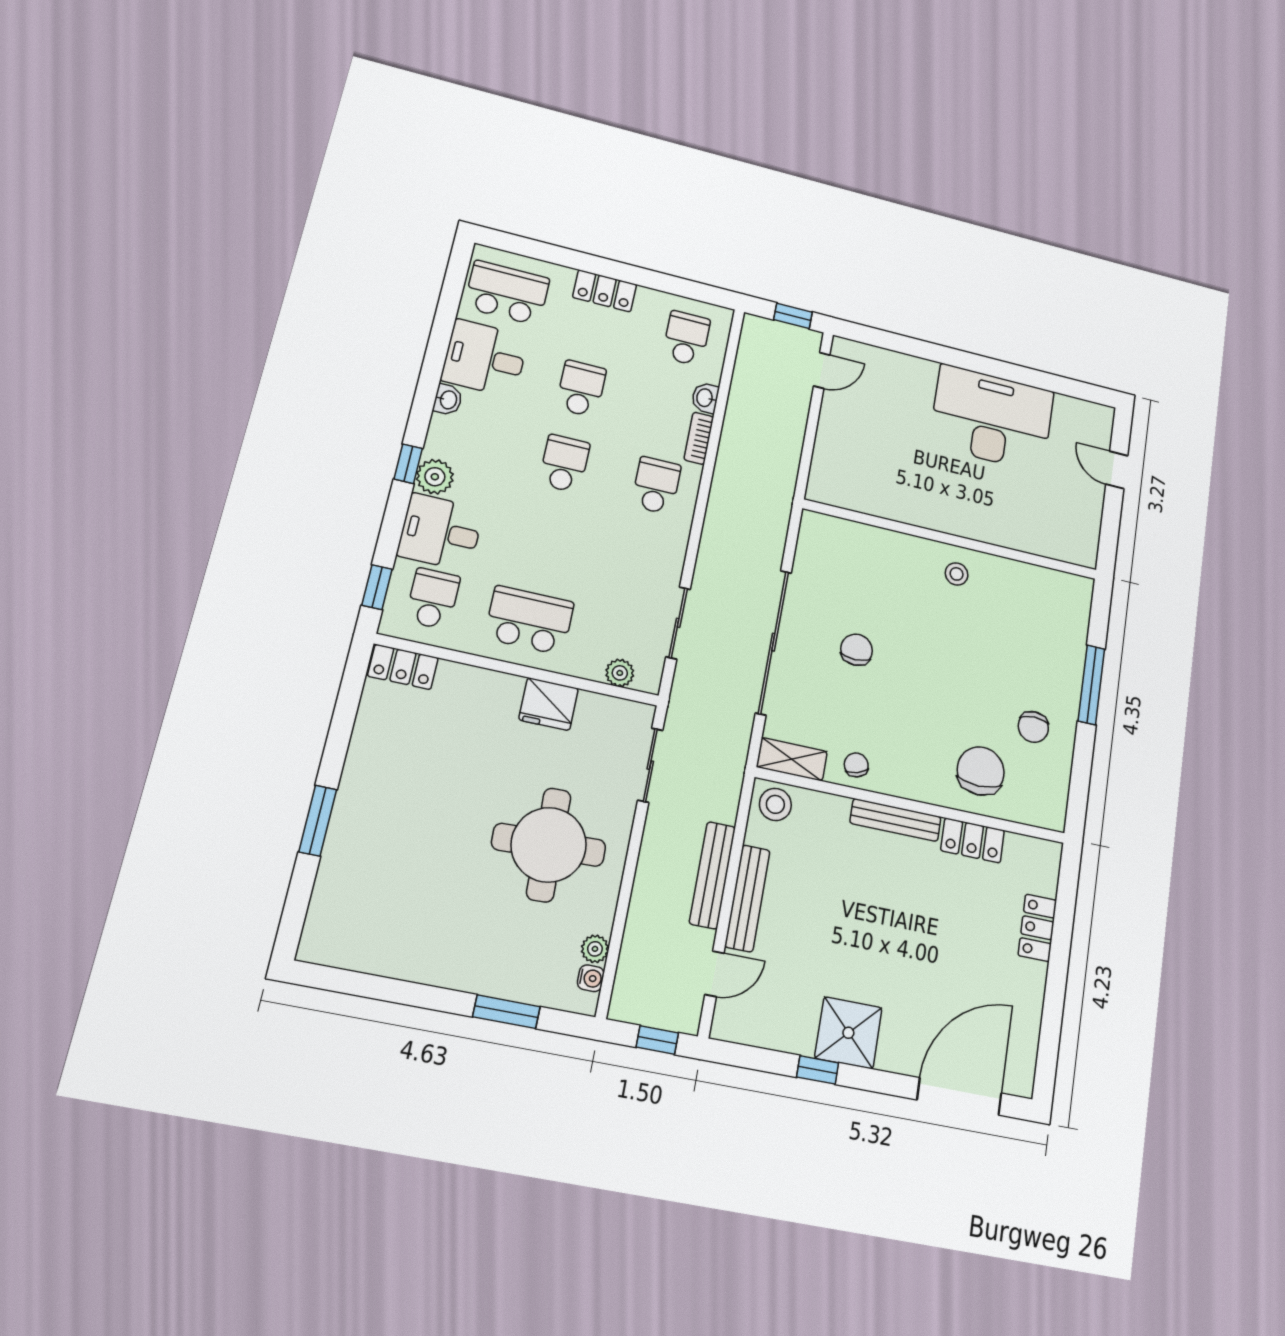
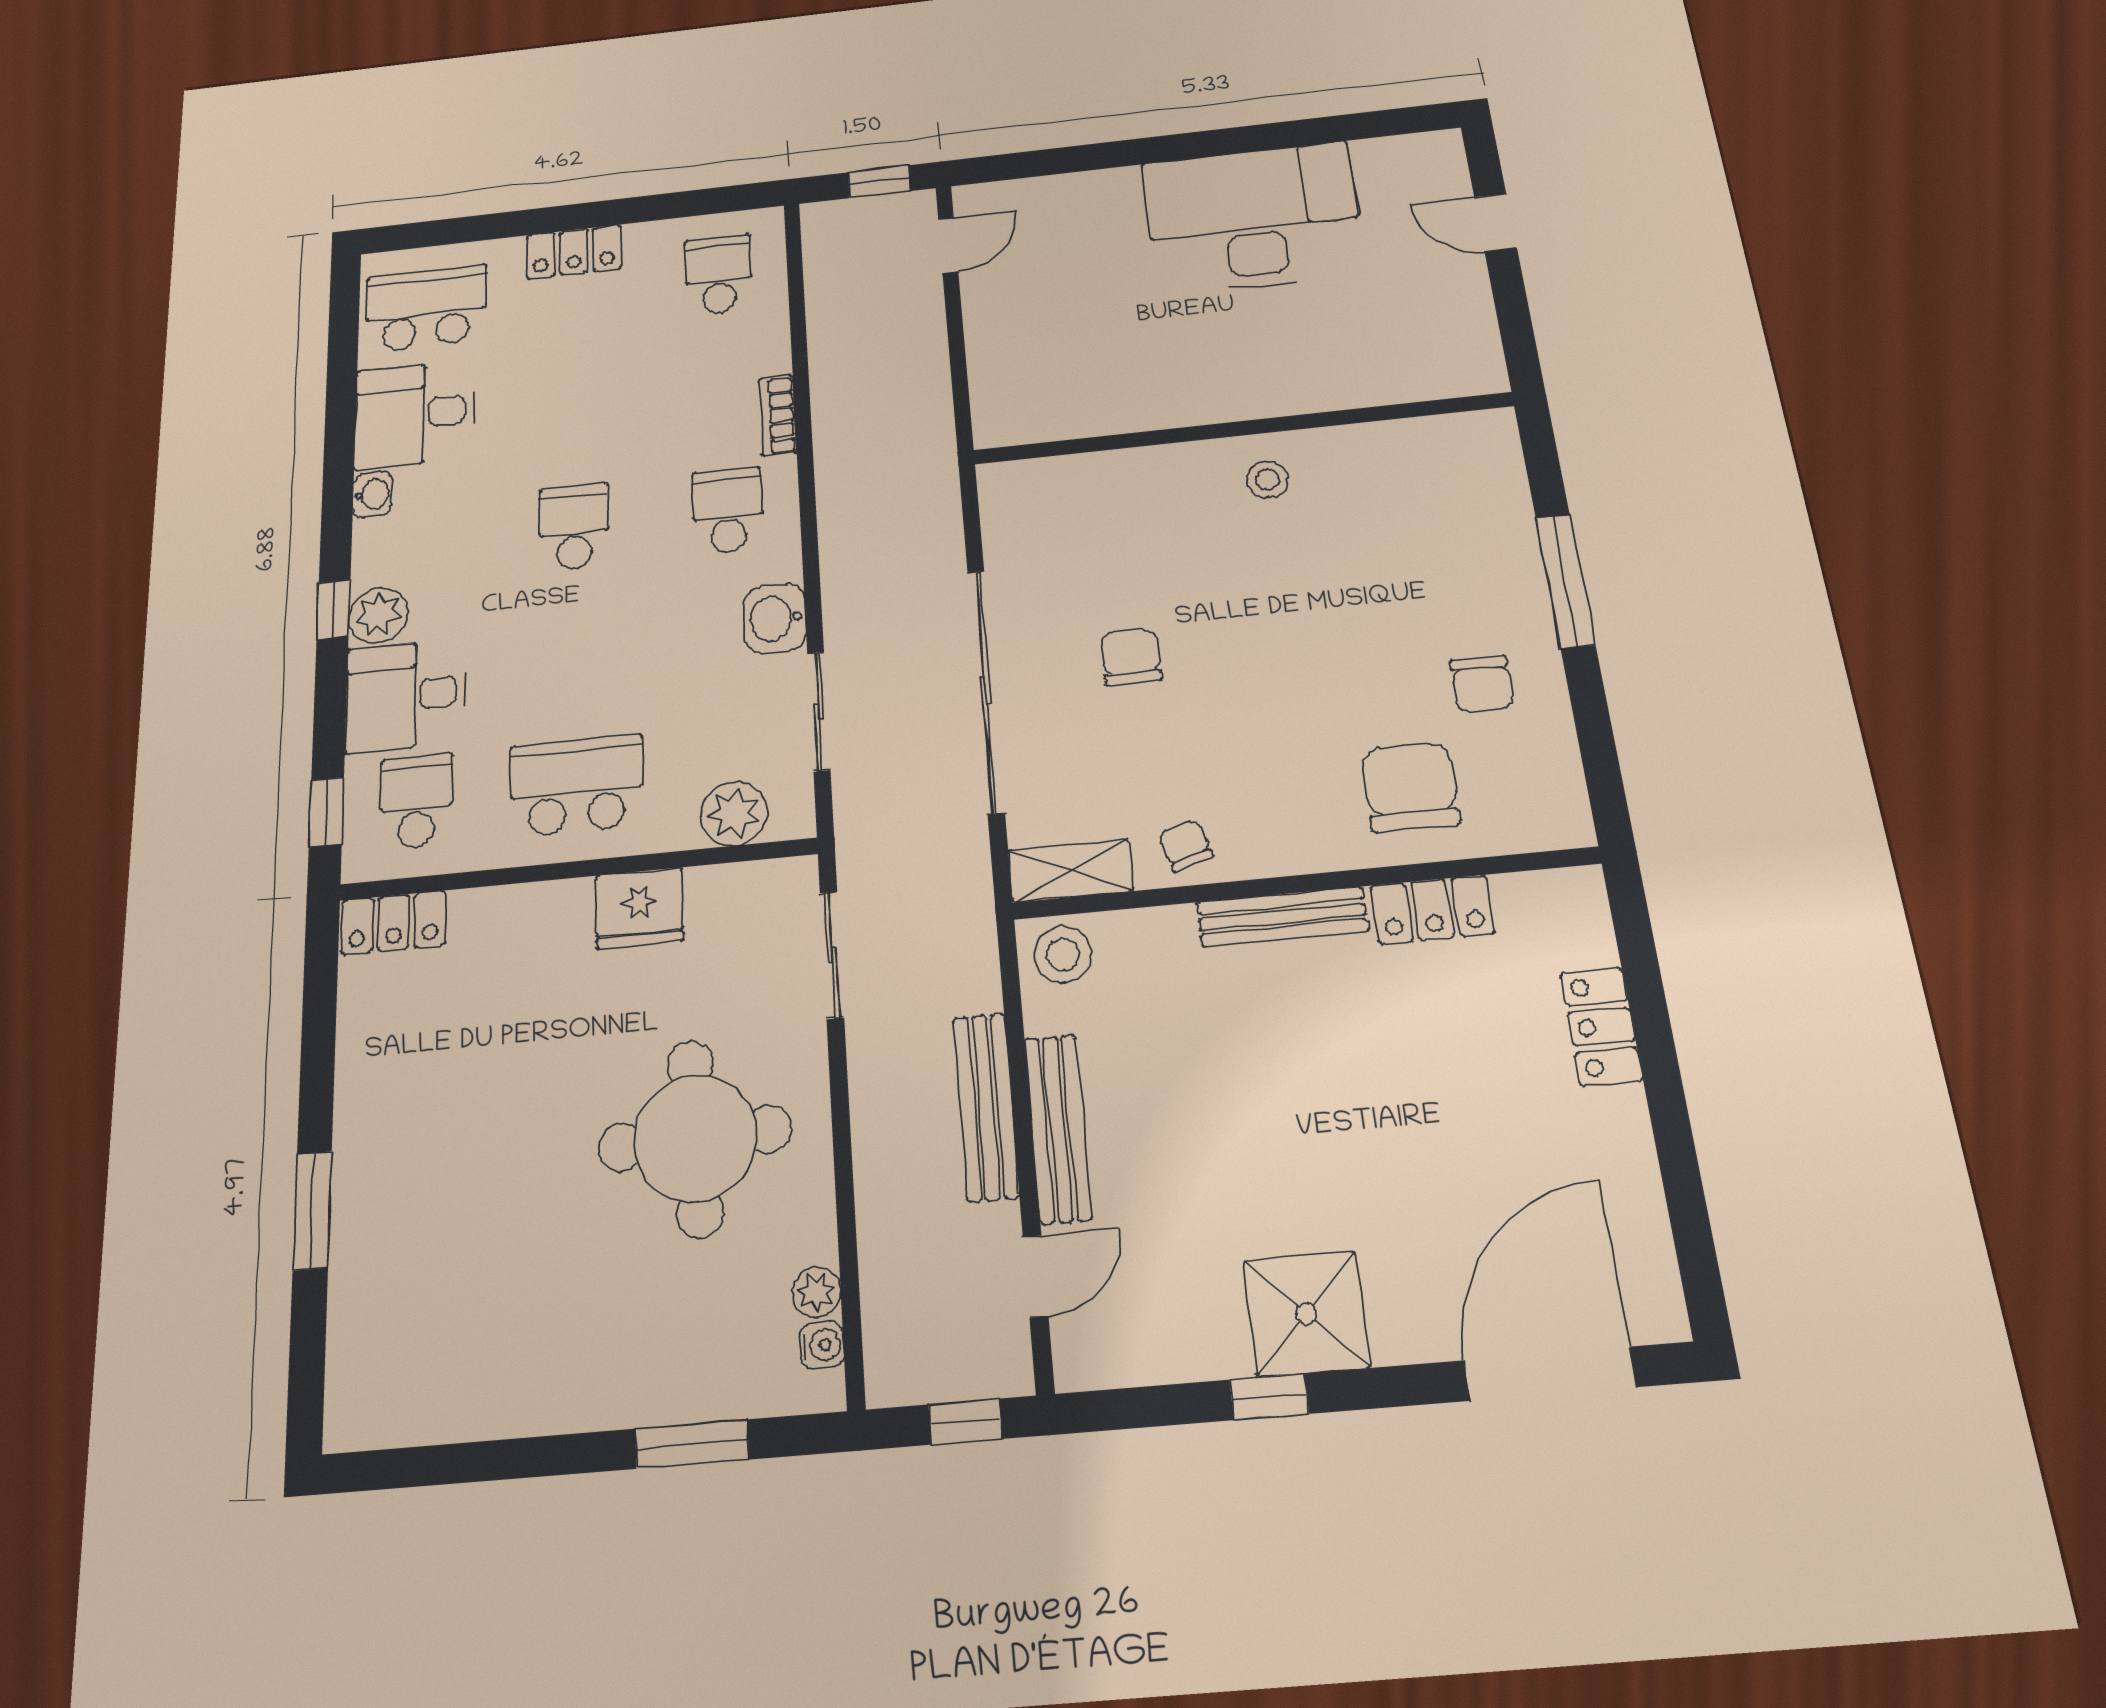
school desk: (581, 389) -> (573, 407), removed
washbasin: (705, 398) -> (775, 618), moved, width x1.38, depth x1.45
plant: (620, 673) -> (734, 814), width x1.38, depth x1.38

